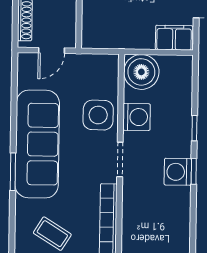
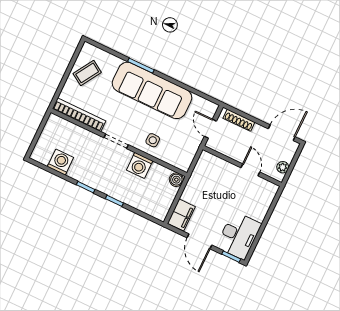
boiler: (141, 72) -> (176, 180), width x0.54, depth x0.54
side table: (98, 115) -> (153, 140), width x0.54, depth x0.54
washing machine: (178, 172) -> (60, 162), moved

